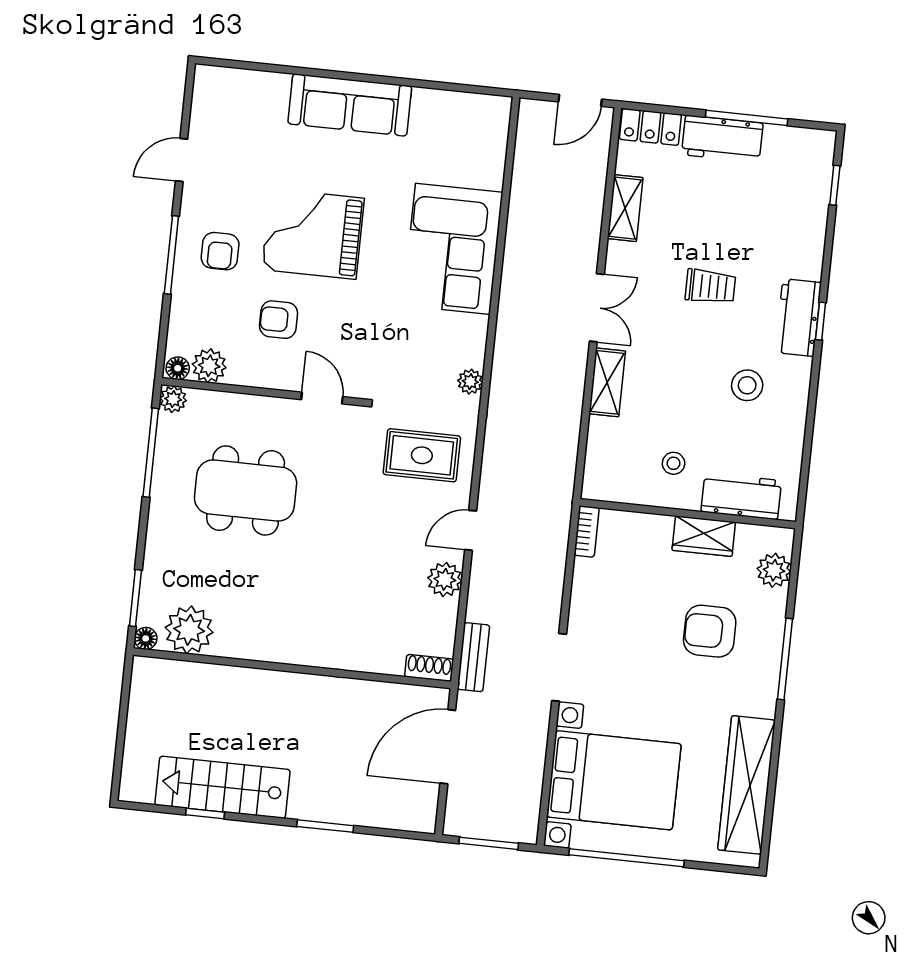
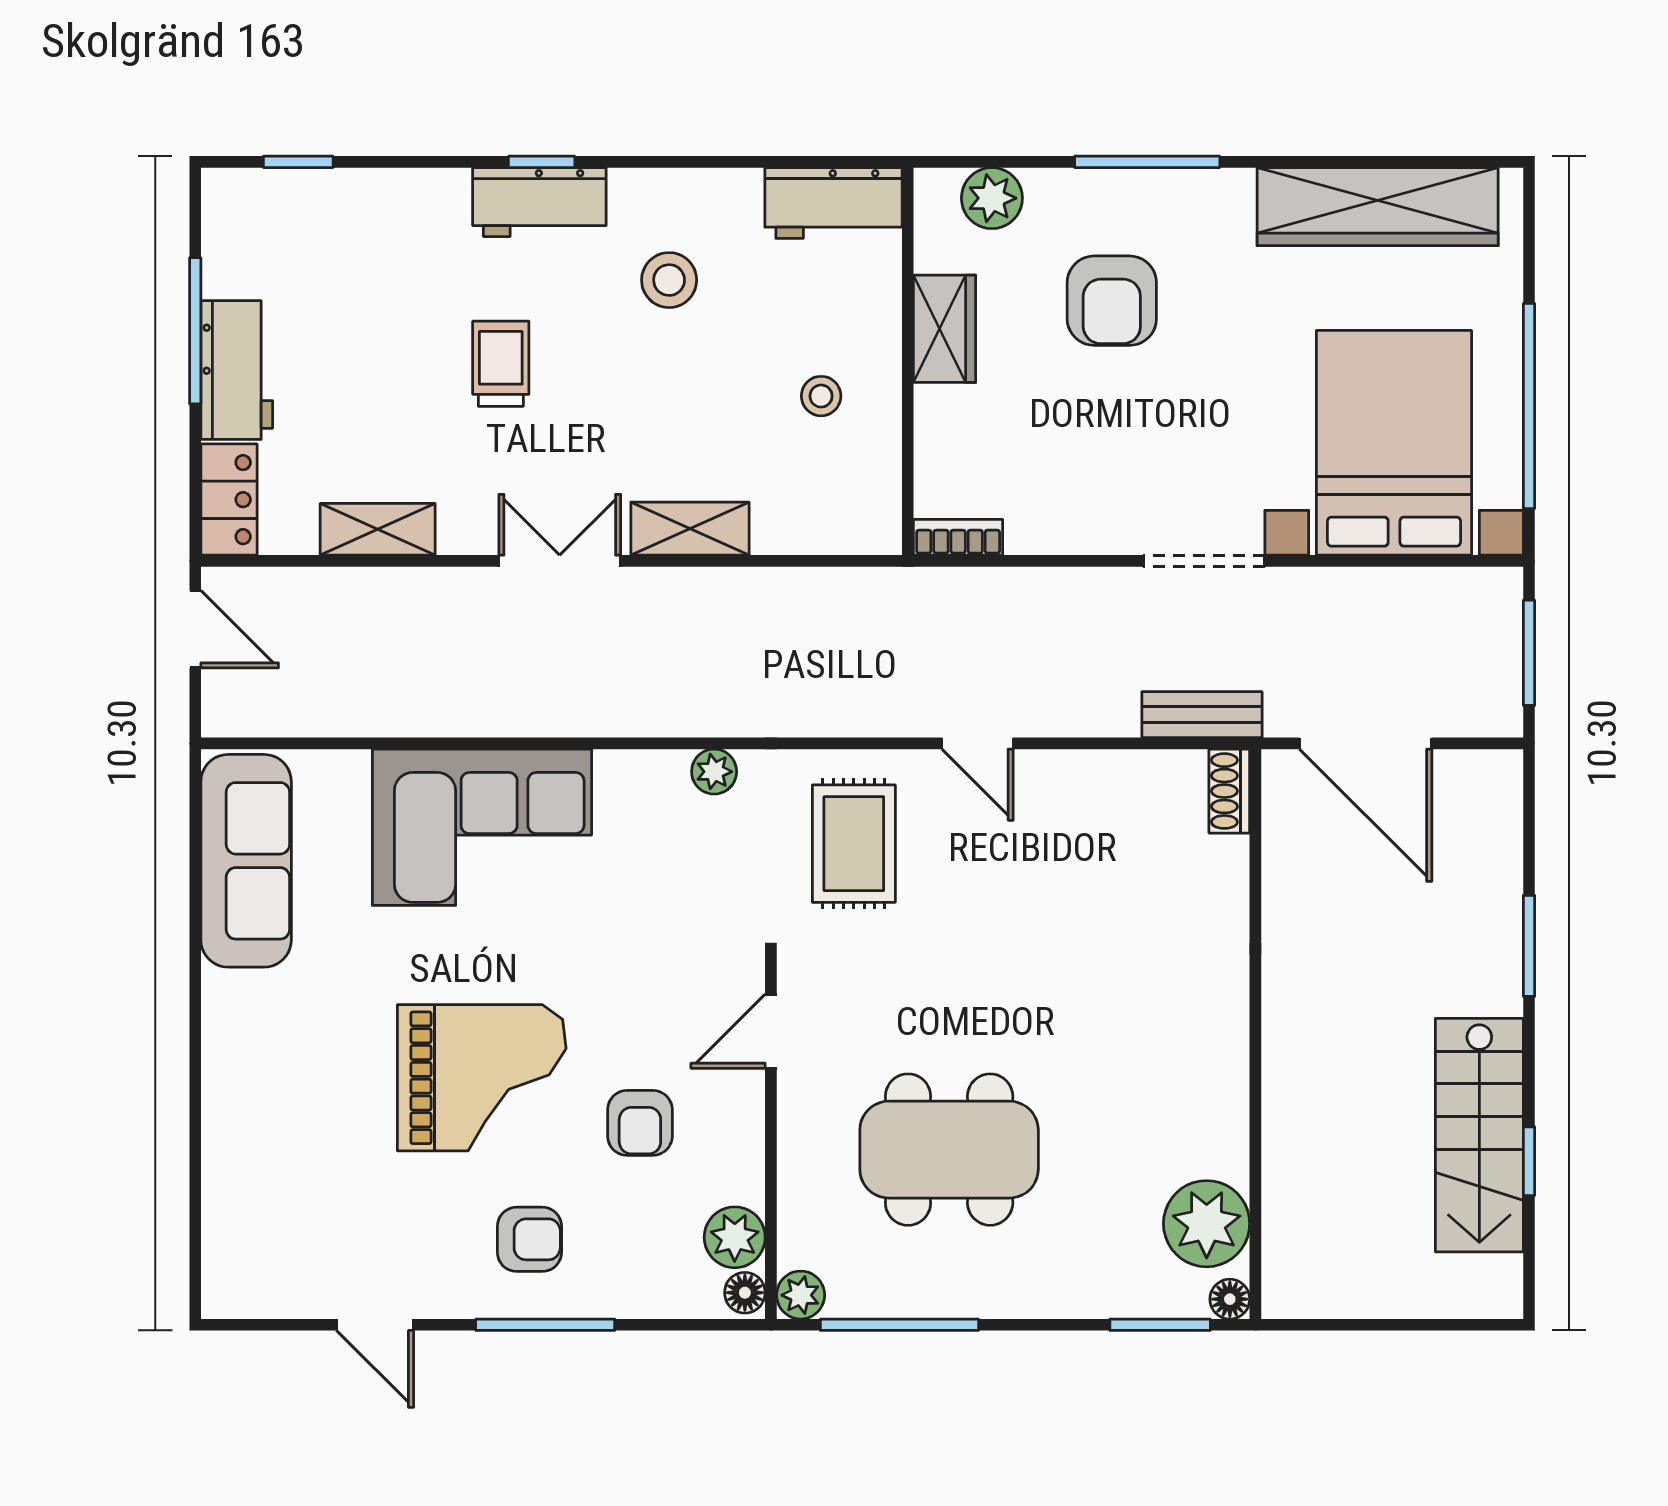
sofa: (350, 105) -> (246, 861), moved
grand piano: (313, 234) -> (482, 1078), turned -90
dining table: (246, 491) -> (949, 1150), turned 90
workbench: (741, 496) -> (833, 203), moved, turned -90
plant: (445, 579) -> (1070, 780), removed

